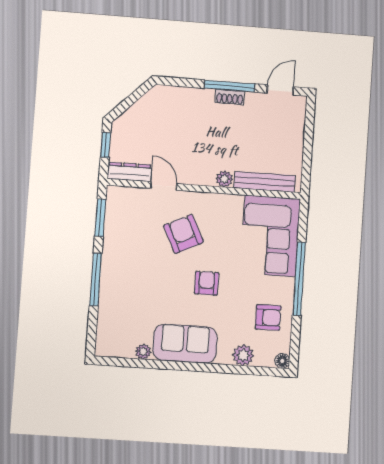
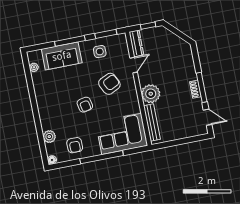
plant: (224, 179) -> (151, 94), width x1.87, depth x1.87
side table: (126, 235) -> (100, 52), added
armchair: (207, 283) -> (85, 105), turned 78
sofa: (185, 344) -> (62, 56), moved, turned 90
plant: (143, 352) -> (34, 67), moved

